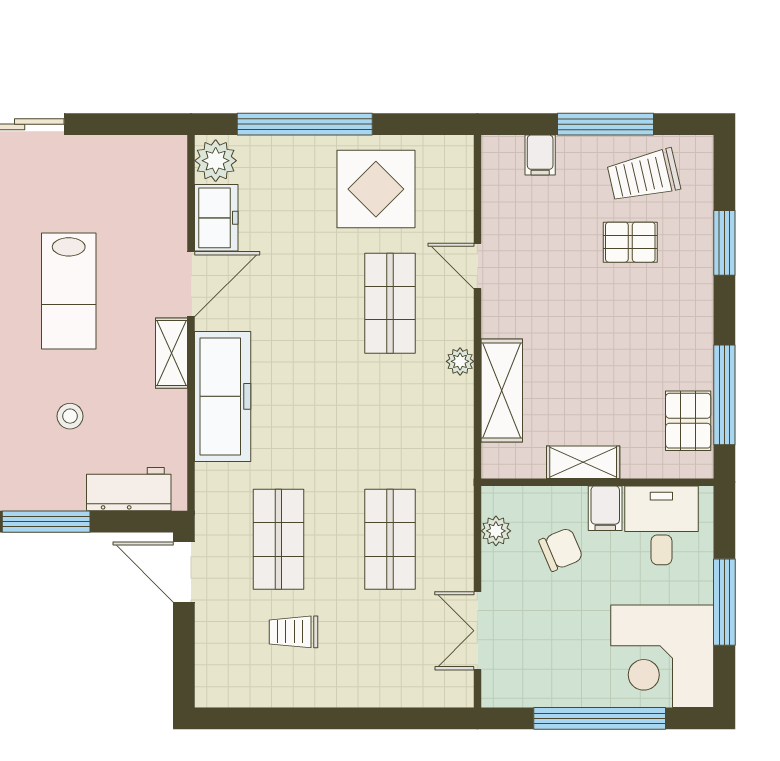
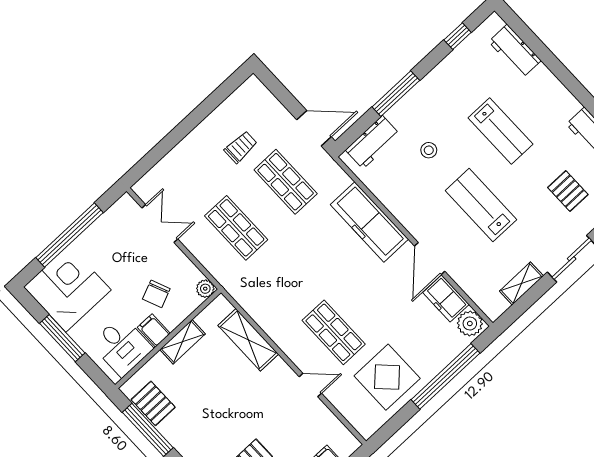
shelving: (172, 353) -> (521, 284), moved, turned 90
plant: (460, 361) -> (279, 335), removed
plant: (496, 531) -> (205, 289), moved

